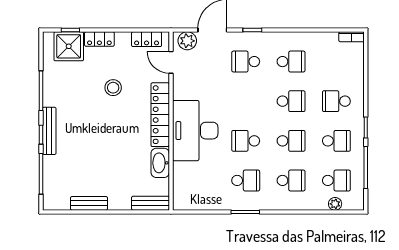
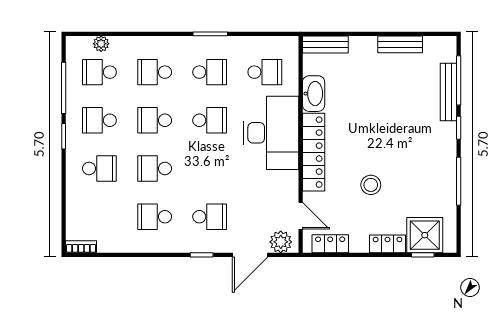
bench: (49, 131) -> (449, 92), moved
school desk: (200, 180) -> (265, 72), added
school desk: (246, 180) -> (210, 72), turned 180

